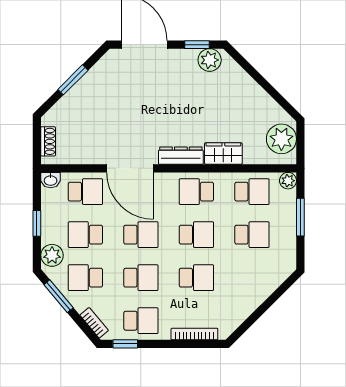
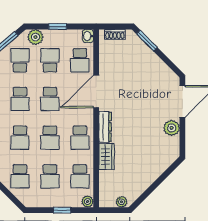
window: (197, 45) -> (182, 138), removed
plant: (210, 60) -> (172, 128), moved
window: (73, 80) -> (147, 41), moved
plant: (281, 139) -> (122, 202), width x0.53, depth x0.53
school desk: (196, 192) -> (80, 138), turned 180
window: (300, 217) -> (62, 210), width x0.67
school desk: (252, 278) -> (20, 176), added

